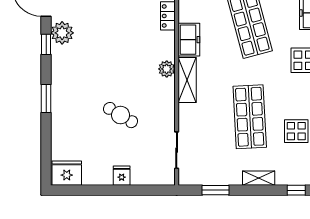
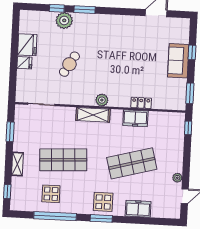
plant: (62, 33) -> (64, 20), moved
freezer: (189, 40) -> (135, 118), moved
window: (46, 44) -> (57, 8), moved
fridge: (67, 173) -> (27, 45), moved

